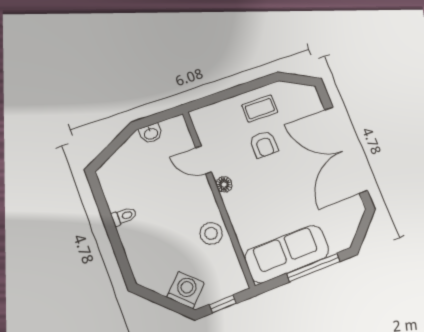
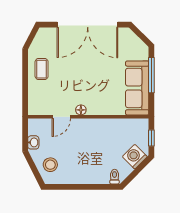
armchair: (264, 144) -> (65, 75), removed
toilet: (124, 216) -> (115, 177), moved
stool: (211, 233) -> (50, 165), moved

